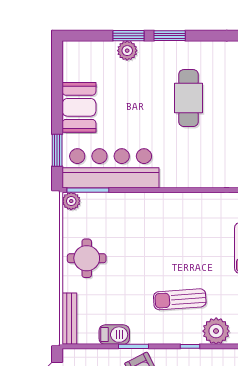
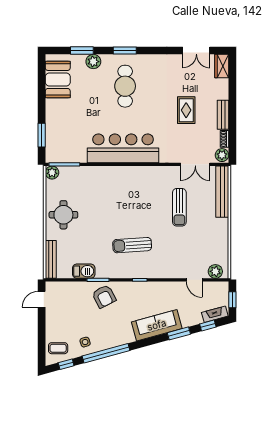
window: (129, 36) -> (82, 50), moved
cafe table: (189, 98) -> (125, 86), moved
booth: (79, 107) -> (58, 79), moved
bar counter: (111, 168) -> (123, 148), moved
plant: (216, 331) -> (159, 269), removed

